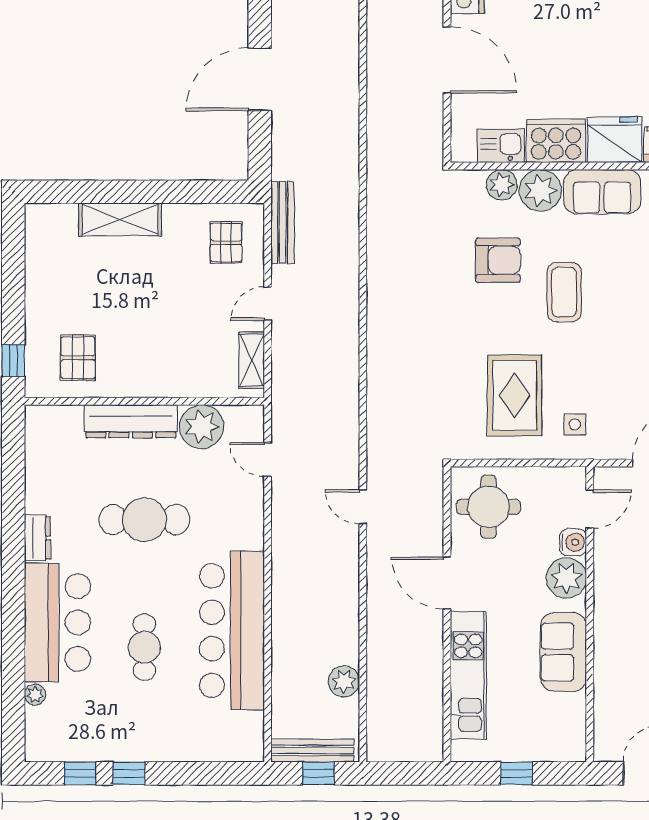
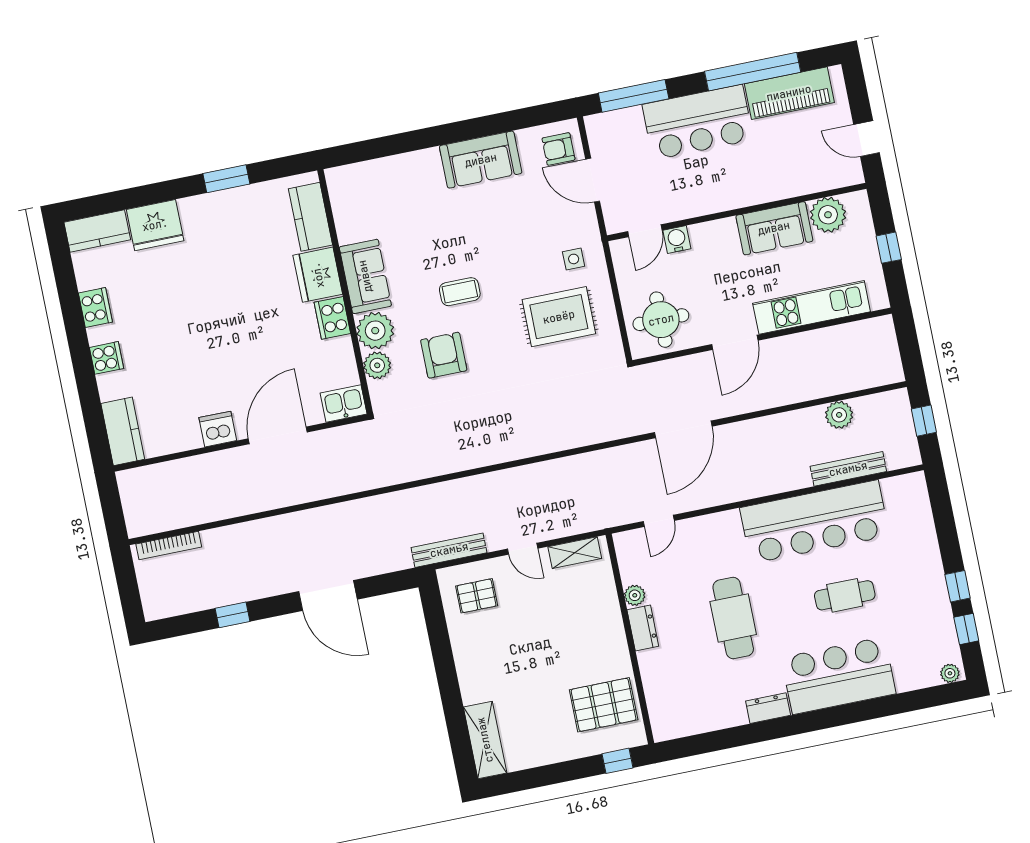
cooker: (556, 141) -> (332, 318), width x0.73, depth x0.76
kitchen sink: (501, 146) -> (344, 404), moved, turned 90
shelving: (120, 219) -> (485, 740), moved
coffee table: (564, 292) -> (460, 292), width x0.73, depth x0.77
pallet: (78, 358) -> (604, 705), width x1.50, depth x1.42
dresser: (131, 421) -> (643, 628), width x0.51, depth x0.80
plant: (202, 427) -> (635, 595), width x0.53, depth x0.53
door: (363, 507) -> (683, 429), width x1.88
door: (590, 509) -> (645, 231), swing flipped
plant: (566, 578) -> (828, 215), moved
plant: (35, 695) -> (950, 673), moved
bench: (312, 751) -> (848, 469), moved, turned 90

